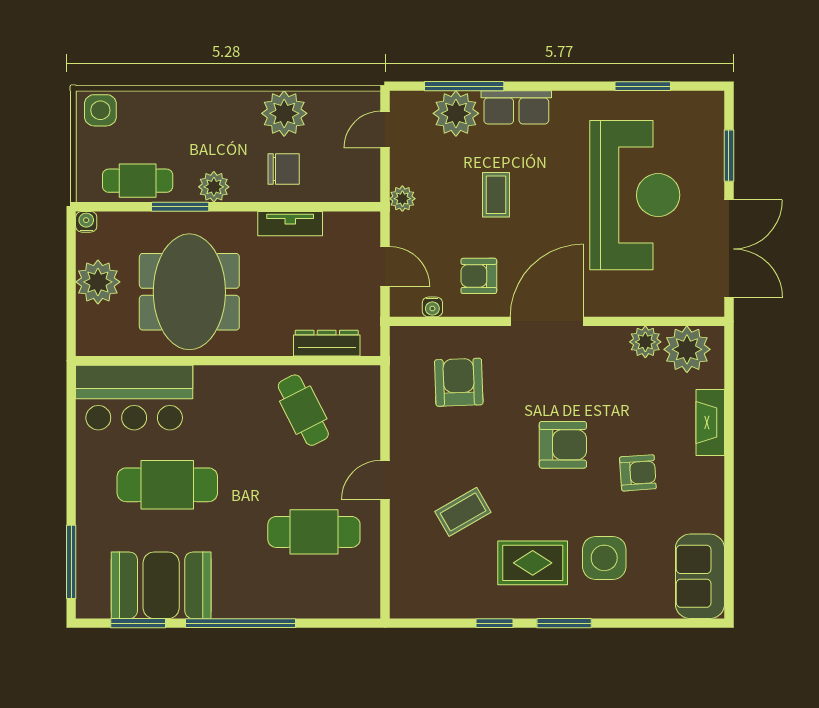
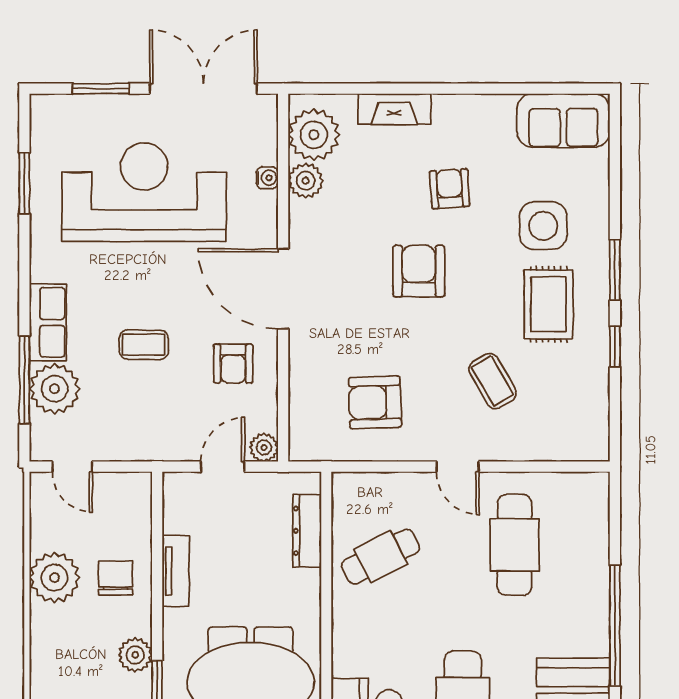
plant: (402, 199) -> (264, 448), moved
water cooler: (432, 307) -> (267, 178), moved
armchair: (459, 382) -> (375, 402), moved

